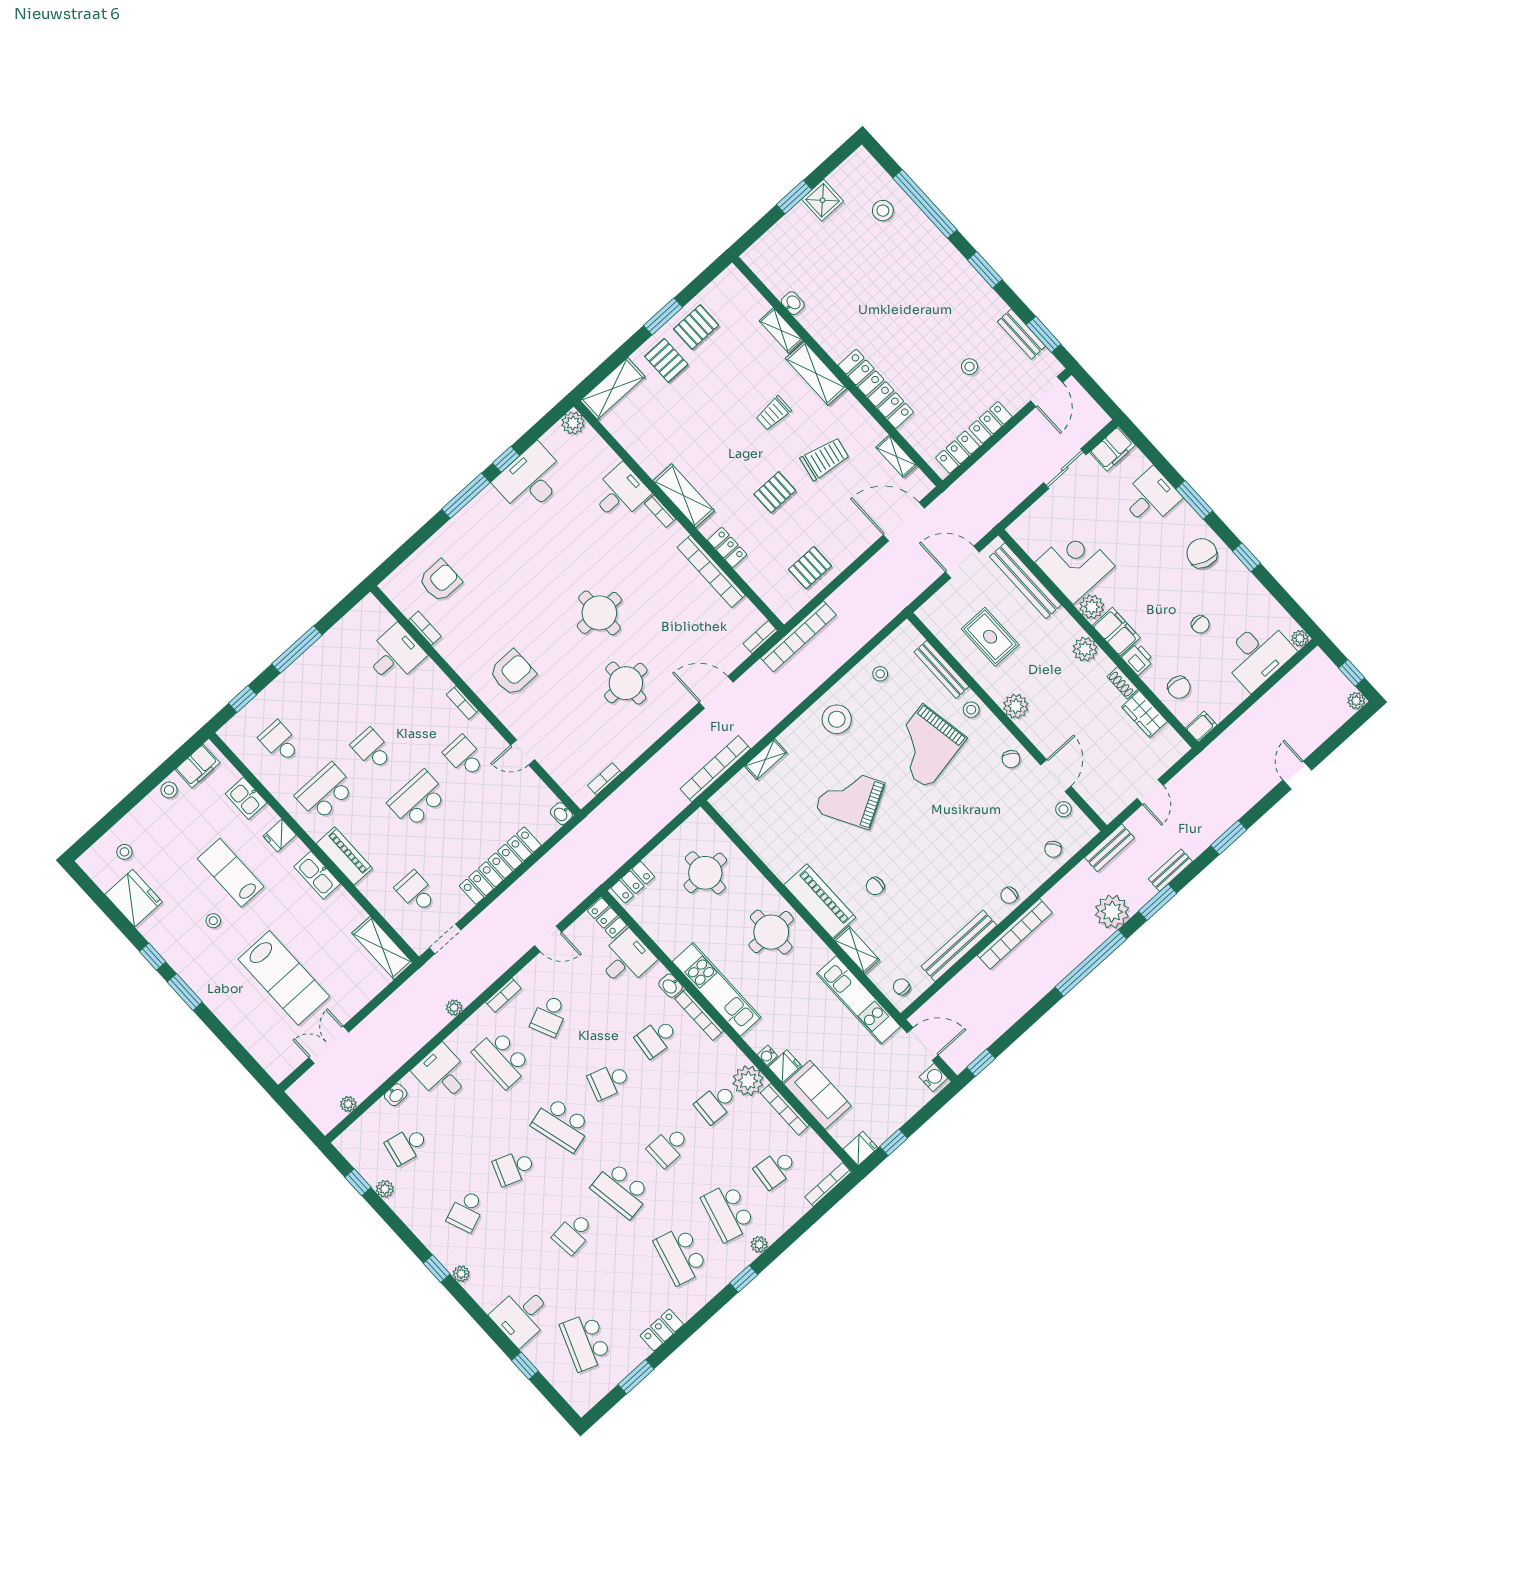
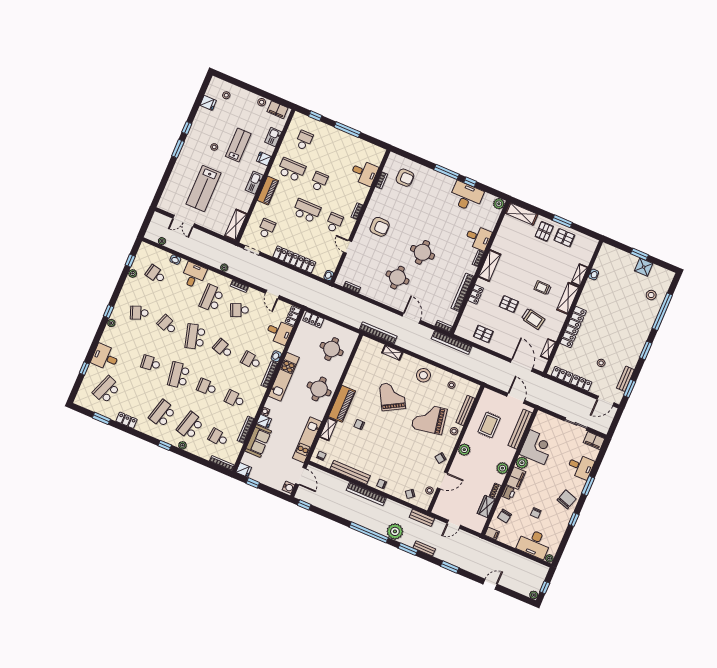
fridge: (134, 898) -> (208, 103), width x0.53, depth x0.75
double door: (329, 1045) -> (184, 221), swing flipped
plant: (748, 1081) -> (251, 408), removed

